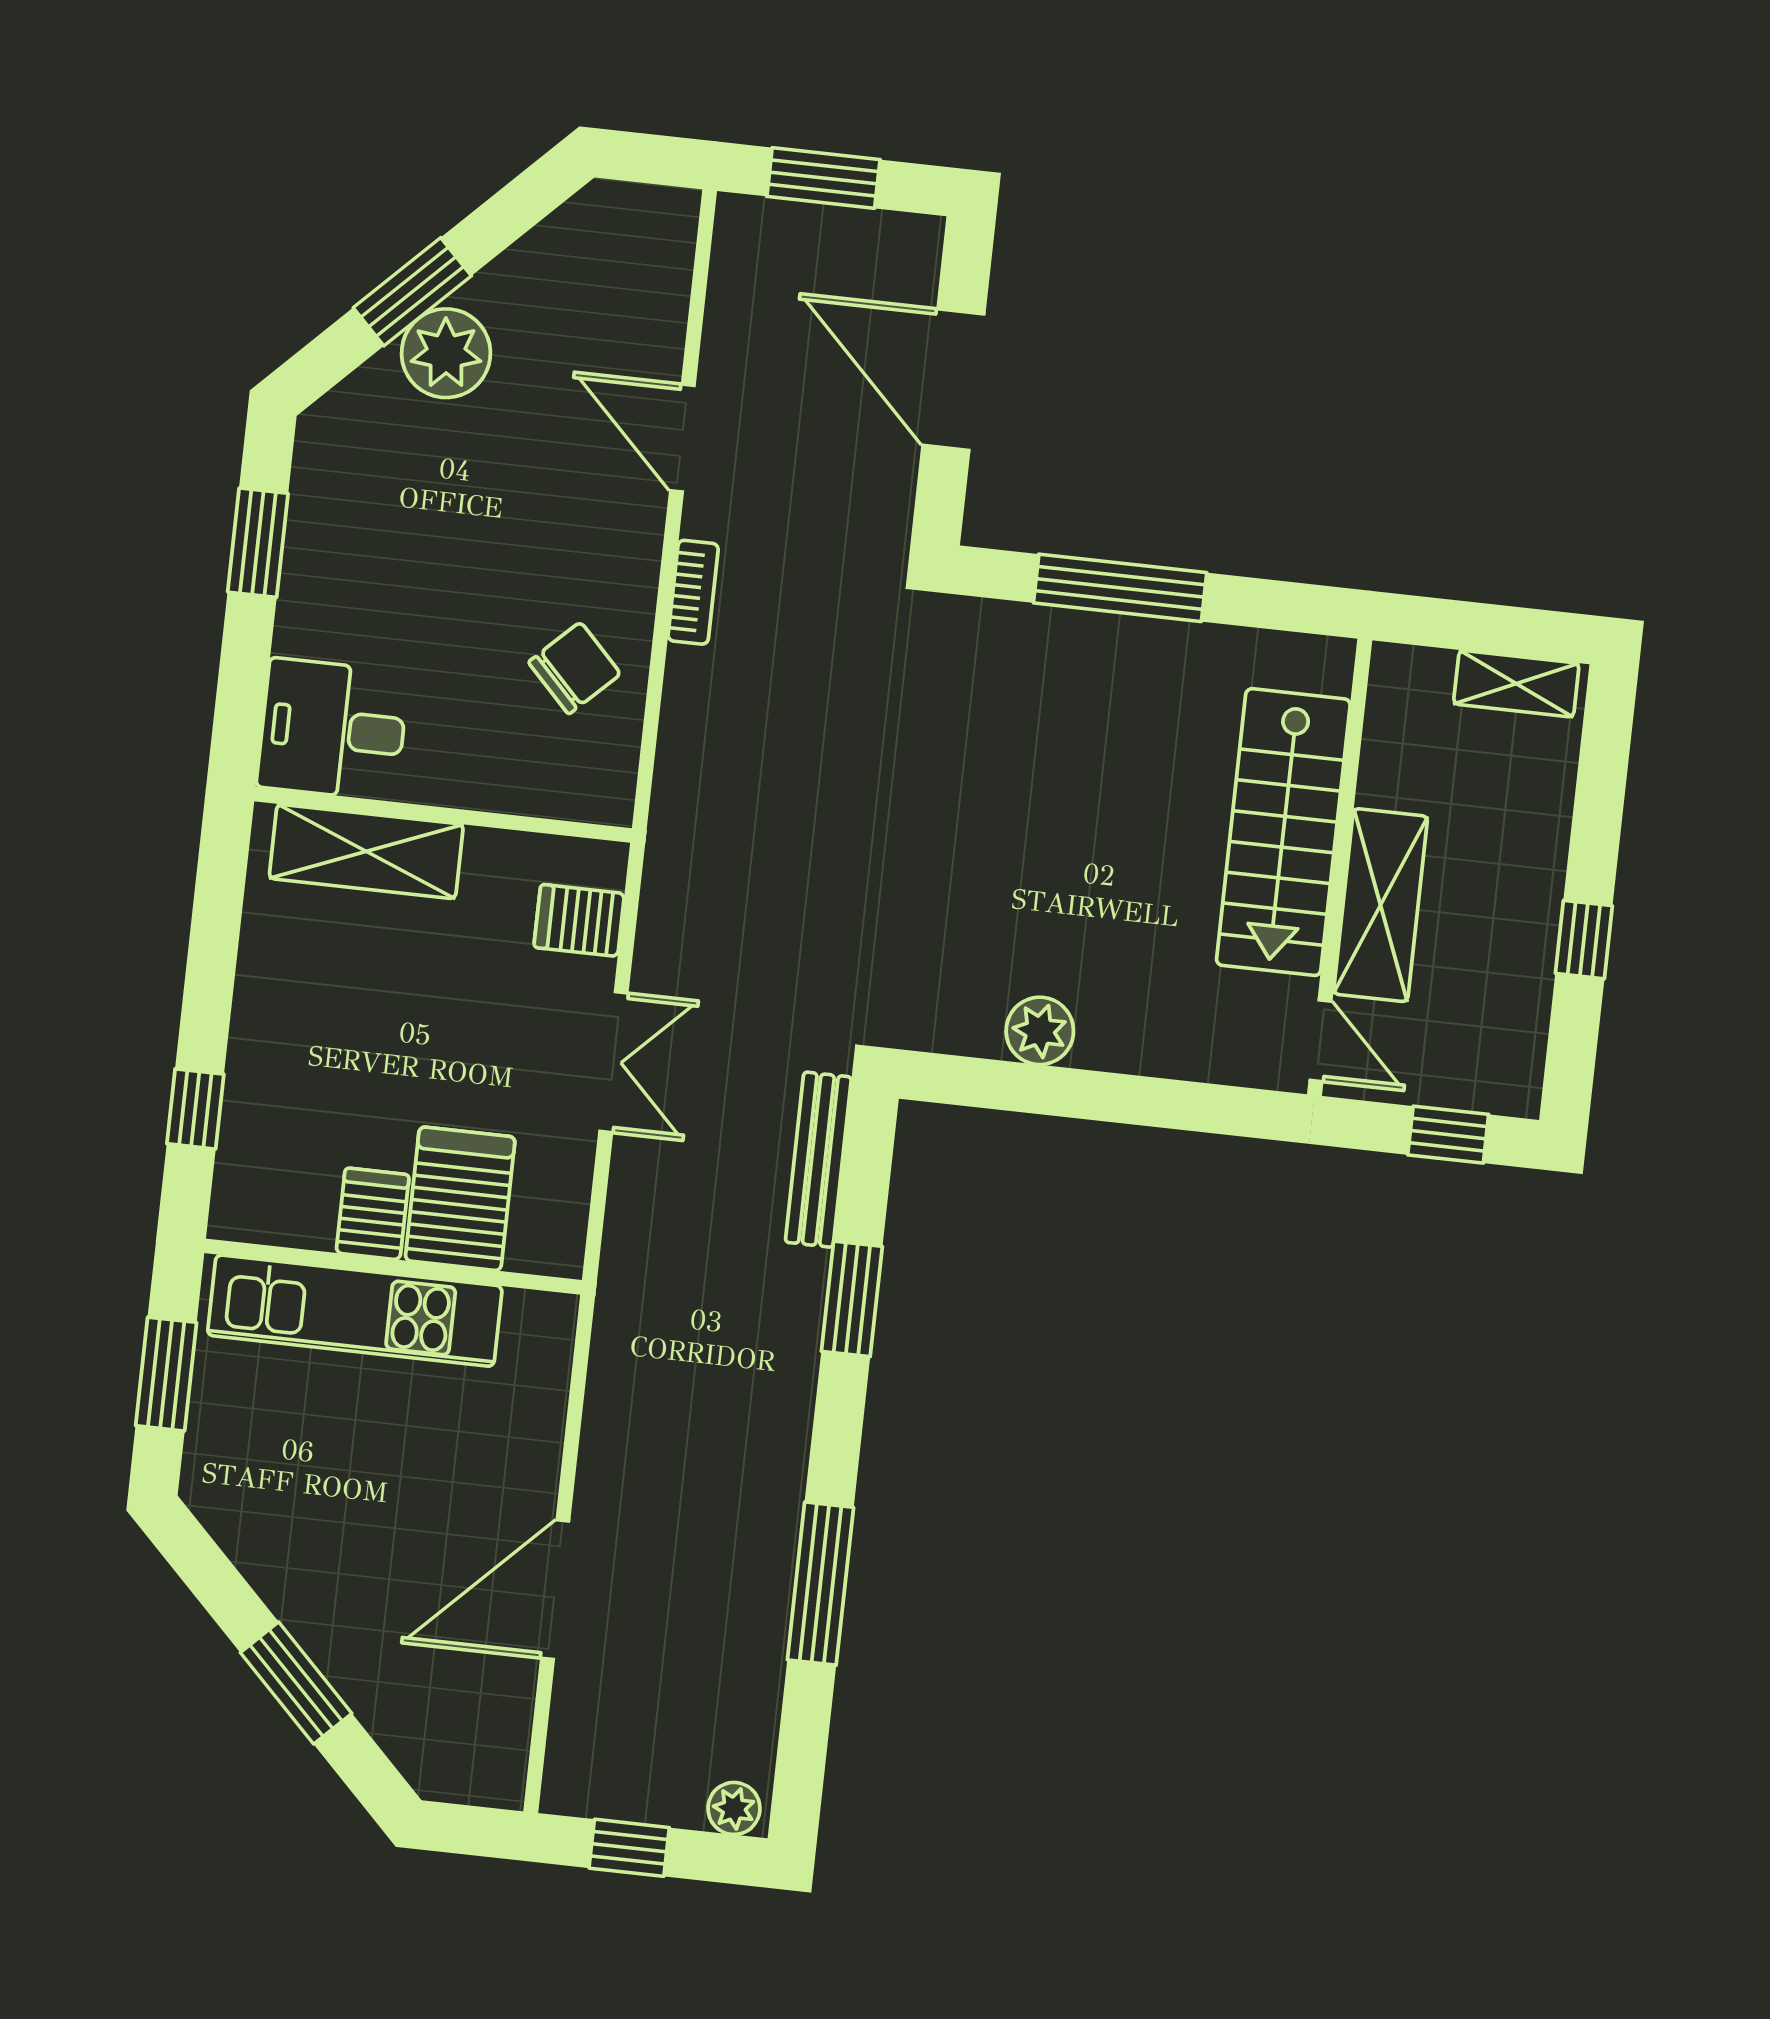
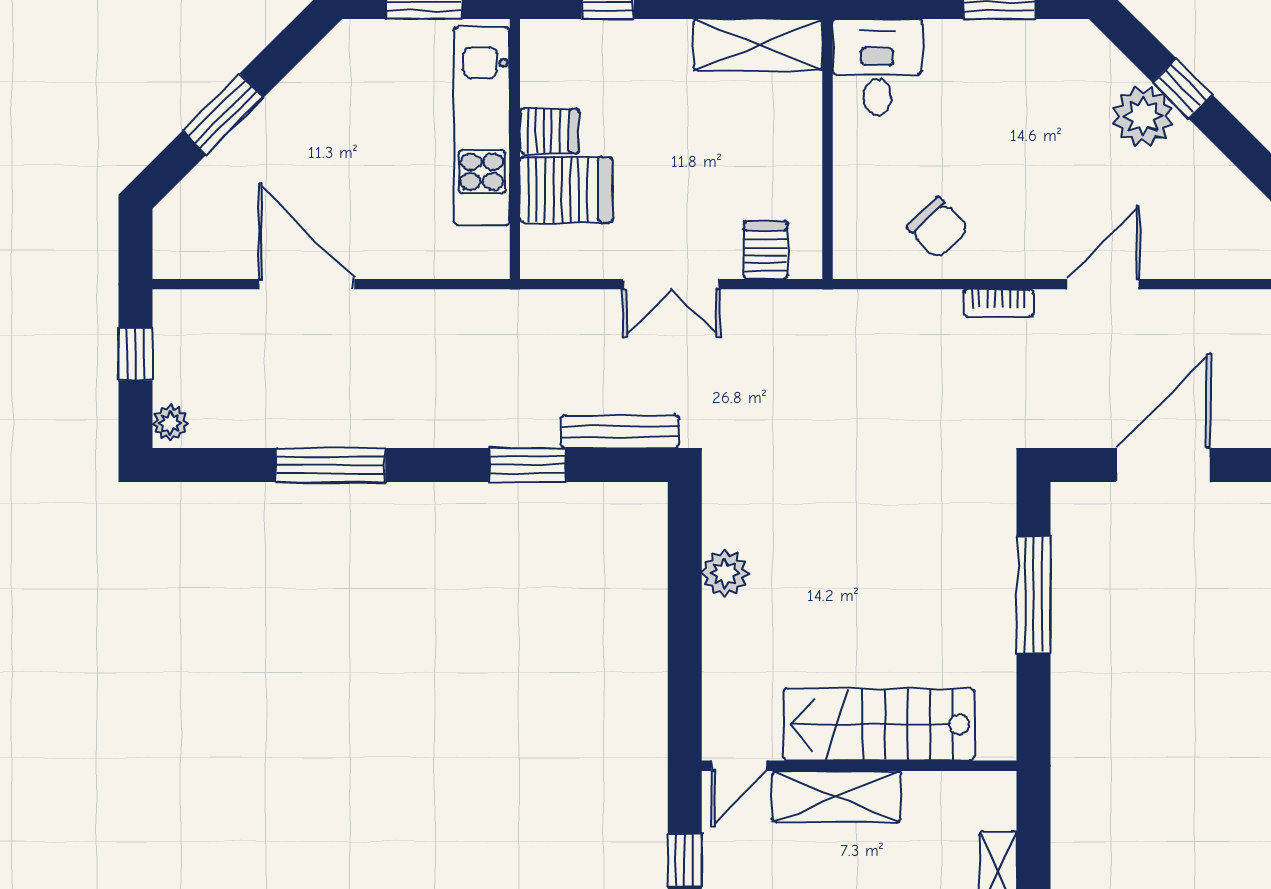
window: (412, 292) -> (1183, 89), width x0.67
shelving: (366, 851) -> (758, 45), moved, turned 90

